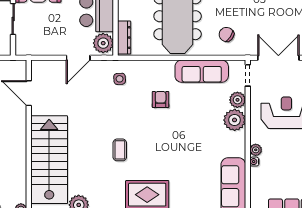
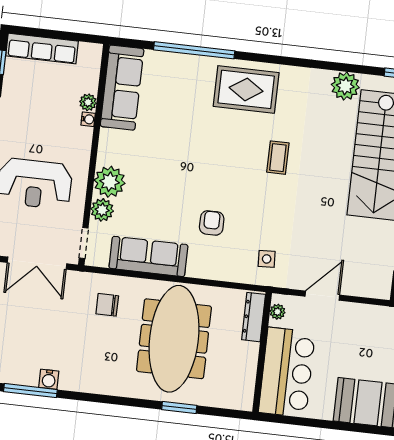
chair: (226, 34) -> (107, 305), turned 146
plant: (103, 43) -> (277, 312), width x0.53, depth x0.53
armchair: (161, 99) -> (212, 223), turned 180
plant: (256, 150) -> (88, 102), moved

